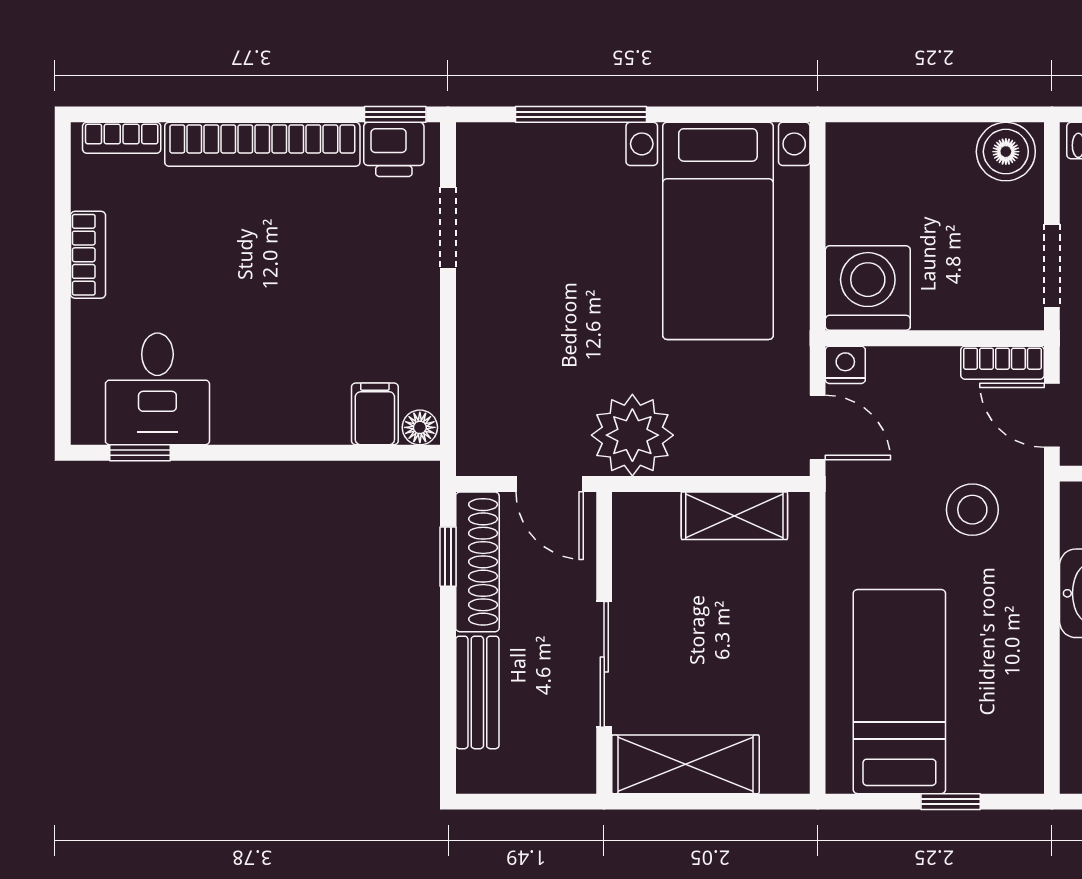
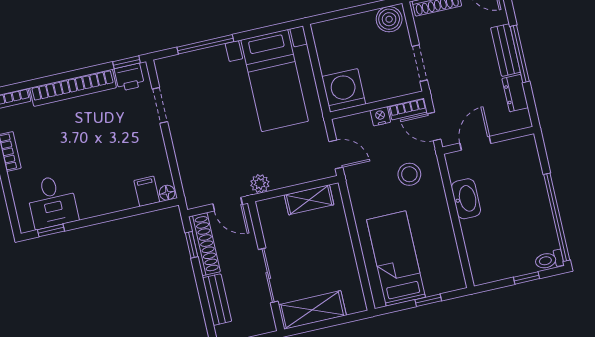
nightstand: (845, 365) -> (380, 116), moved
plant: (632, 435) -> (260, 184), width x0.53, depth x0.53

